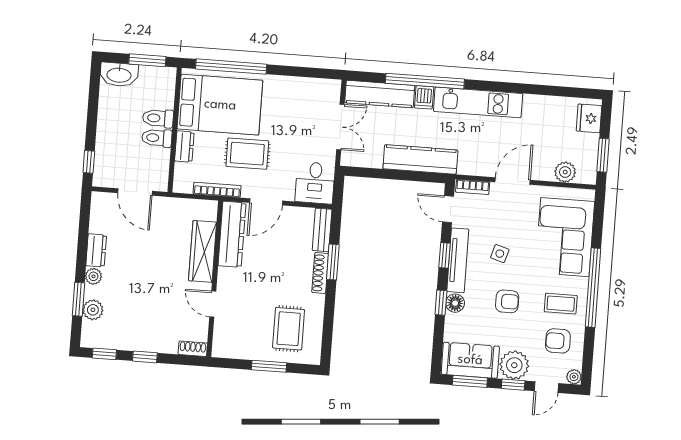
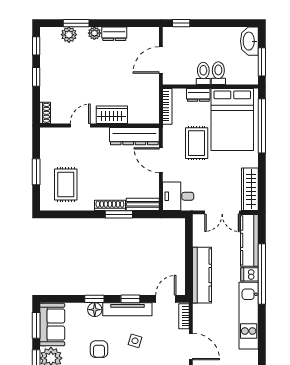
wardrobe: (313, 88) -> (250, 189), added
bookcase: (217, 190) -> (167, 106), moved
wardrobe: (203, 251) -> (112, 115), width x0.67
rug: (289, 329) -> (66, 184), turned 90

